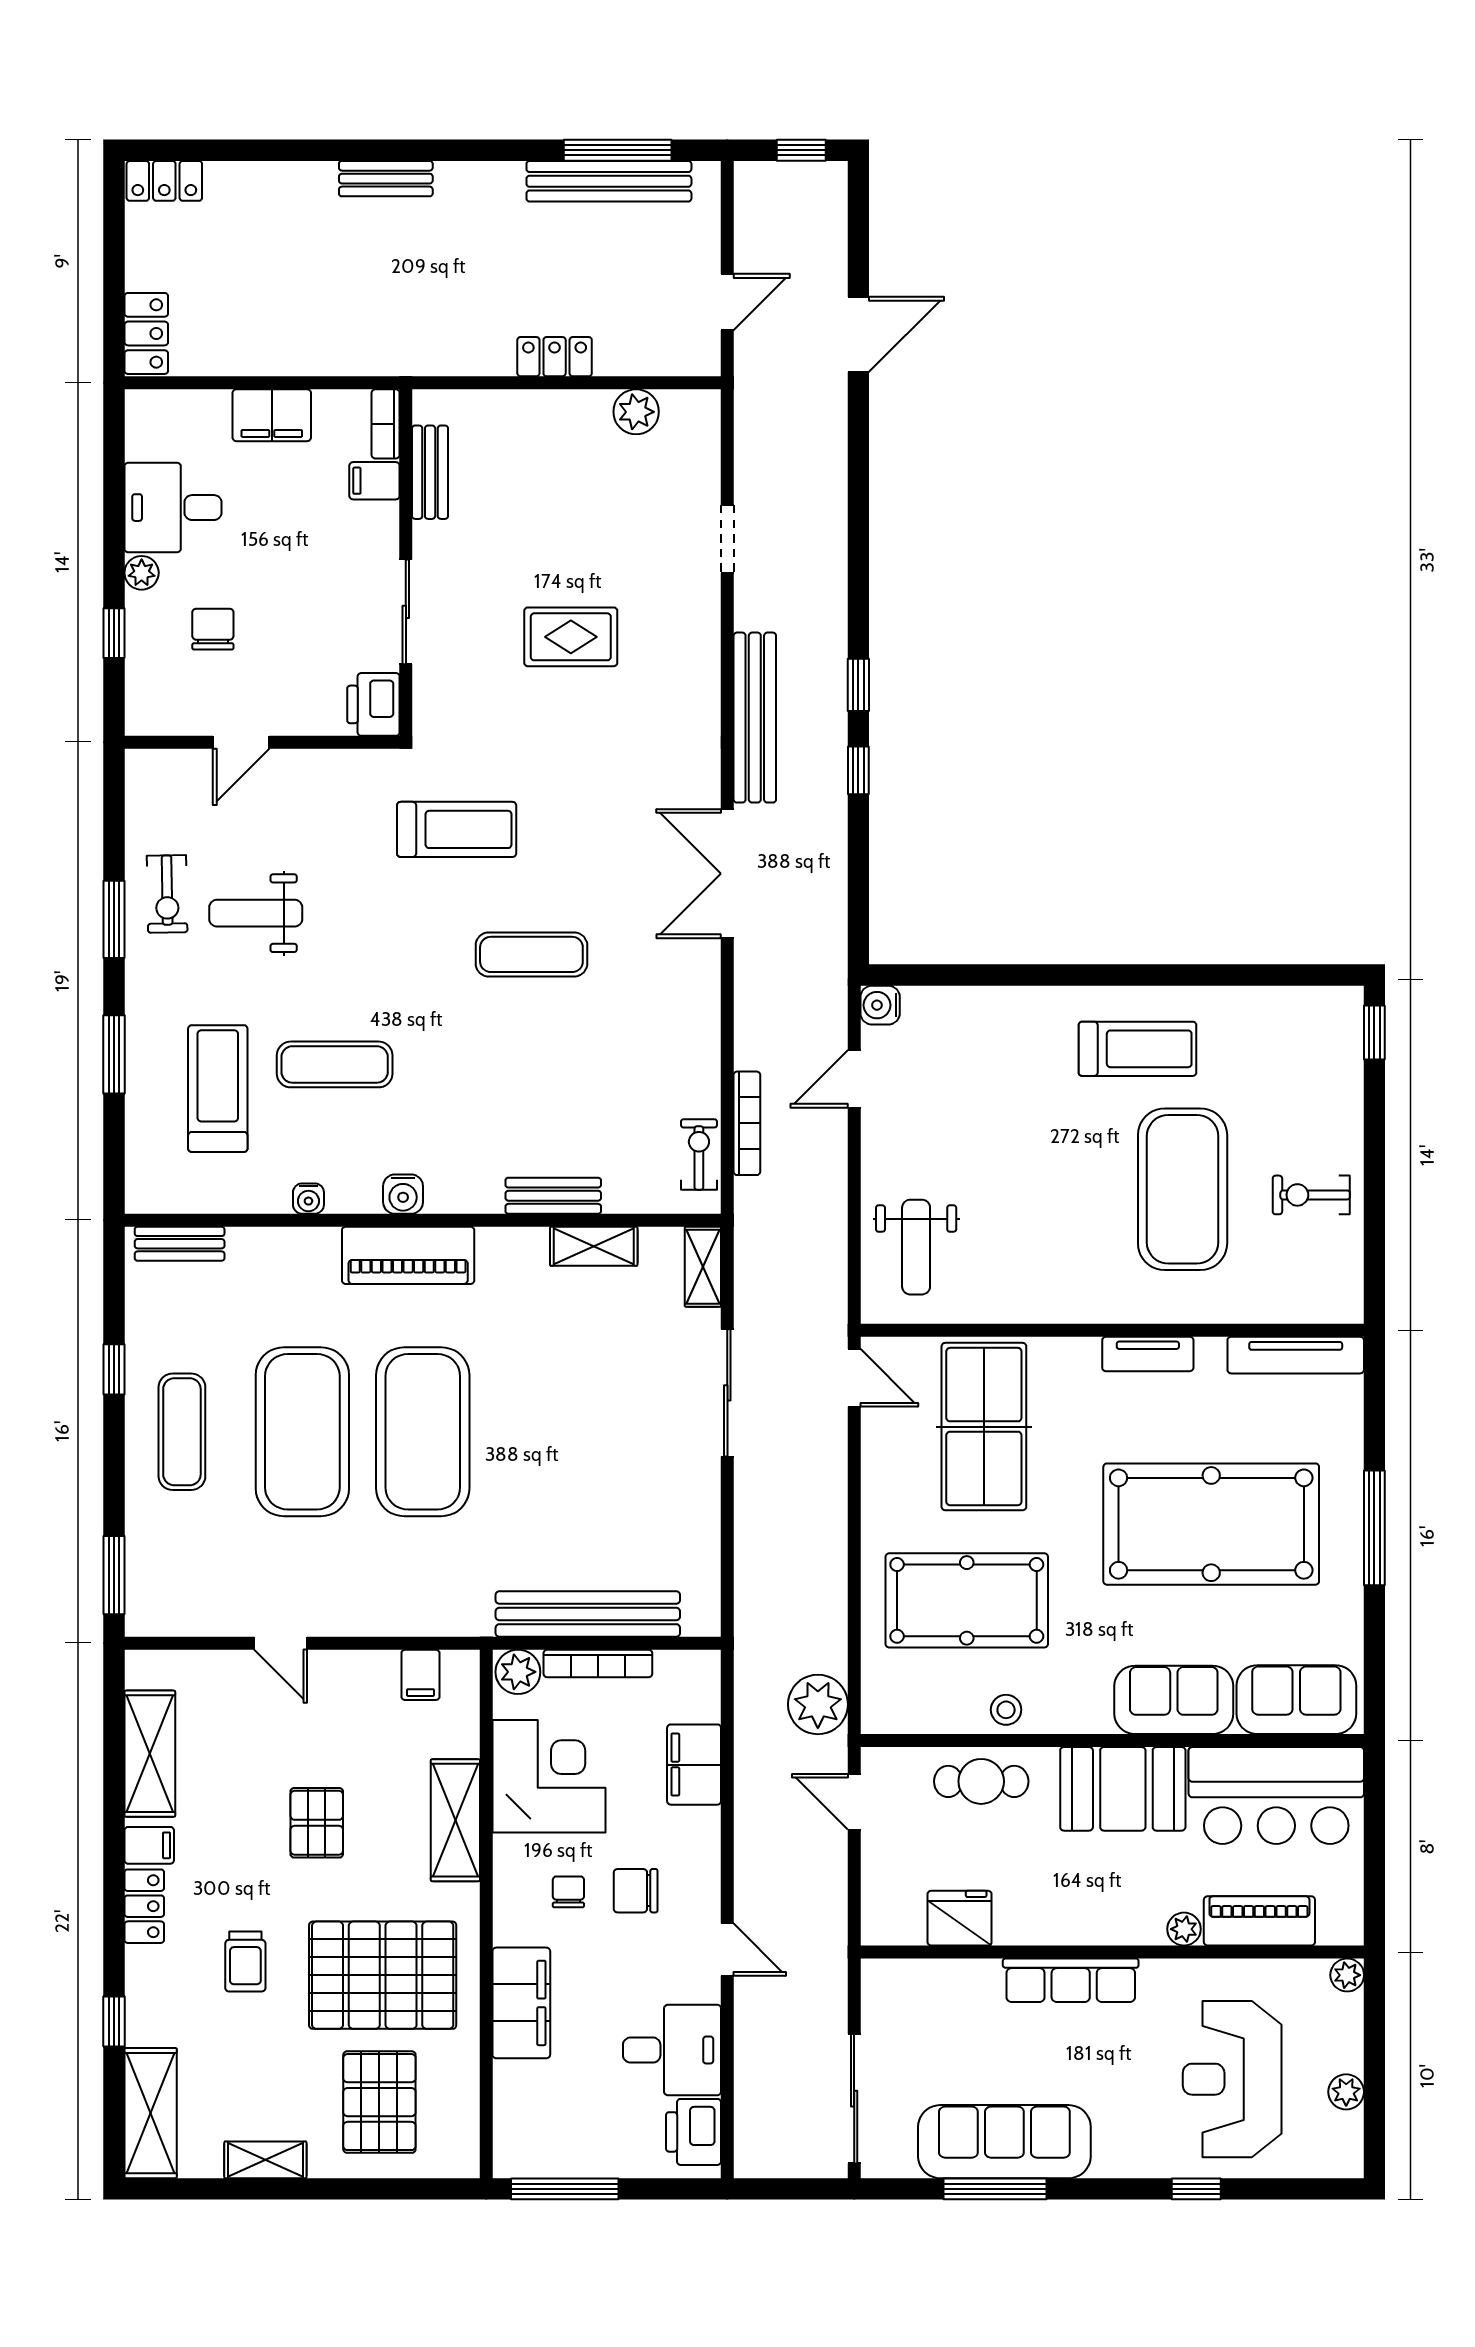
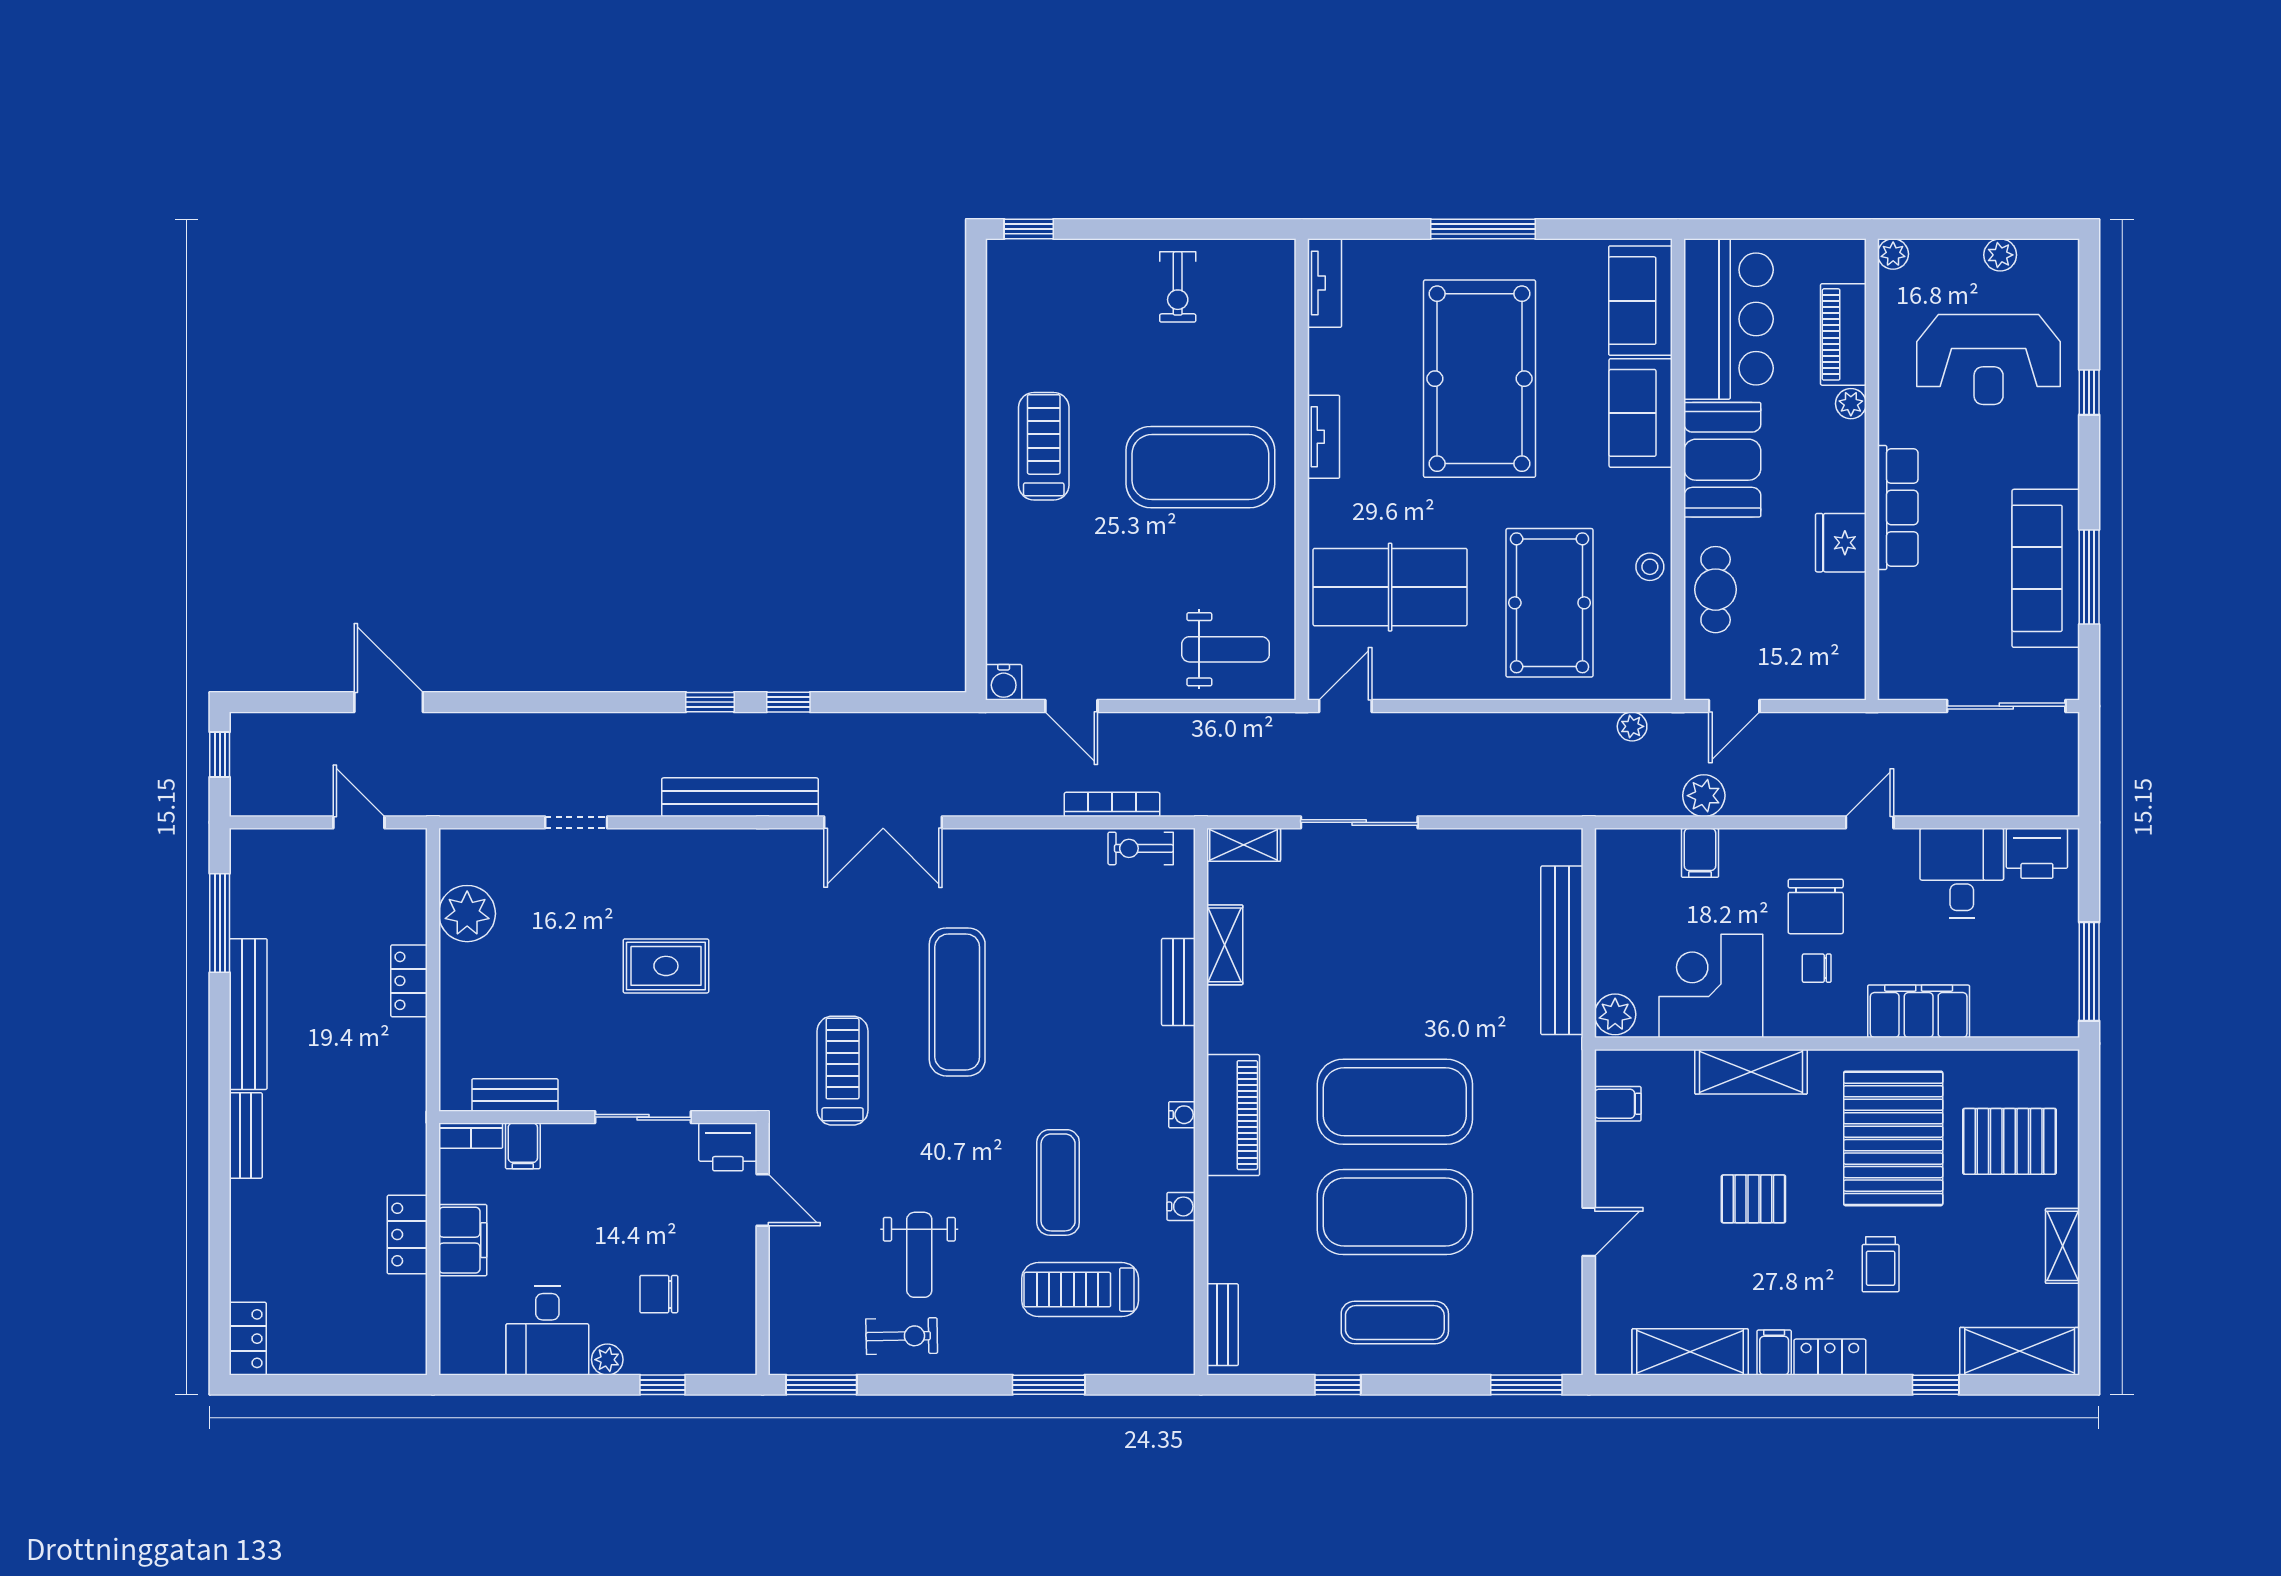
bench: (609, 181) -> (248, 1014), moved
locker: (146, 333) -> (407, 1235), moved, turned -90
plant: (636, 412) -> (467, 914), width x1.36, depth x1.36
rug: (571, 637) -> (666, 966), turned 90
door: (241, 742) -> (763, 1200), moved
window: (114, 919) -> (821, 1385), moved
exercise mat: (531, 954) -> (957, 1002), width x1.36, depth x1.45
exercise mat: (1183, 1189) -> (1200, 467), moved
water cooler: (403, 1194) -> (1182, 1115), width x0.72, depth x0.72
tv unit: (1296, 1355) -> (1325, 283), width x0.71
bookcase: (598, 1663) -> (1607, 941), removed
plant: (818, 1704) -> (1632, 726), width x0.53, depth x0.53
filing cabinet: (694, 1765) -> (1700, 853), width x0.50
plant: (756, 1769) -> (1704, 796), added
chair: (636, 1891) -> (1816, 906), width x1.37, depth x1.37
fridge: (960, 1918) -> (1841, 543), moved
trolley: (245, 1961) -> (1881, 1264), turned 90

